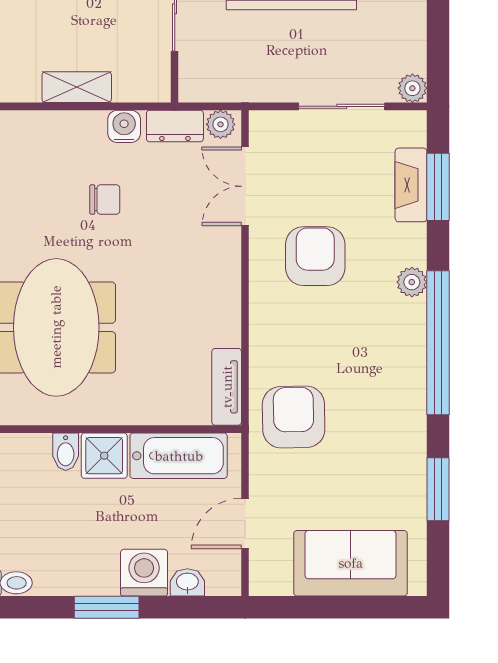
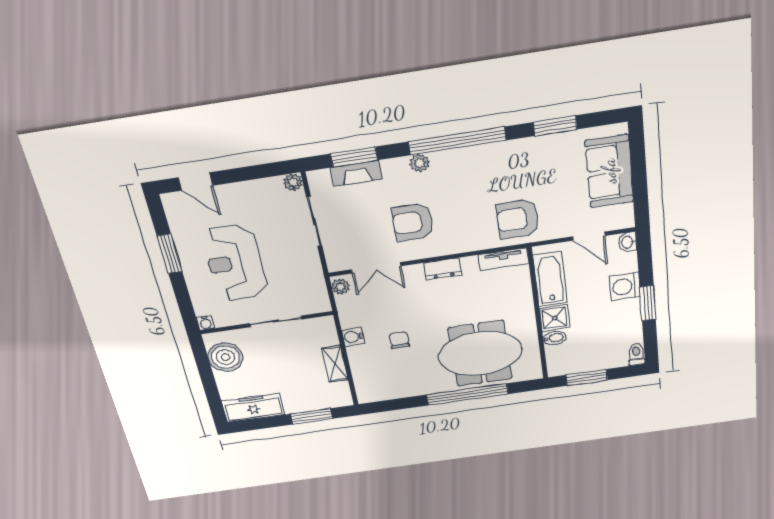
dresser: (175, 126) -> (443, 269), moved, turned 90
washbasin: (187, 582) -> (628, 242), moved

